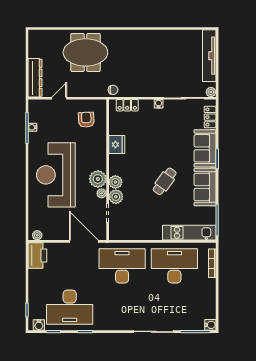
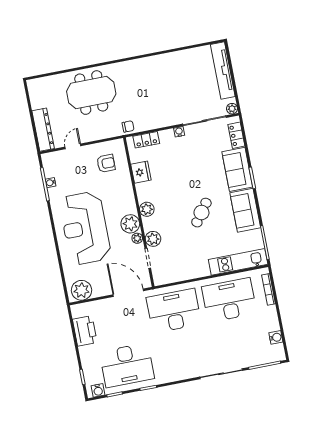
armchair: (86, 120) -> (106, 163), turned 93
fridge: (117, 145) -> (141, 172), moved
plant: (115, 182) -> (147, 209), moved
plant: (37, 235) -> (82, 290), width x1.87, depth x1.87
printer: (37, 255) -> (85, 331), moved
water cooler: (210, 325) -> (276, 337), moved

